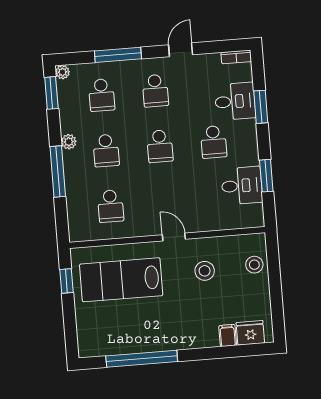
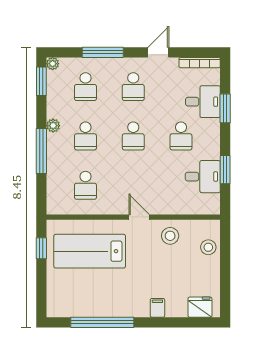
bookcase: (236, 57) -> (200, 63), width x1.56
stool: (205, 271) -> (170, 236), moved
filing cabinet: (228, 335) -> (157, 308), moved

